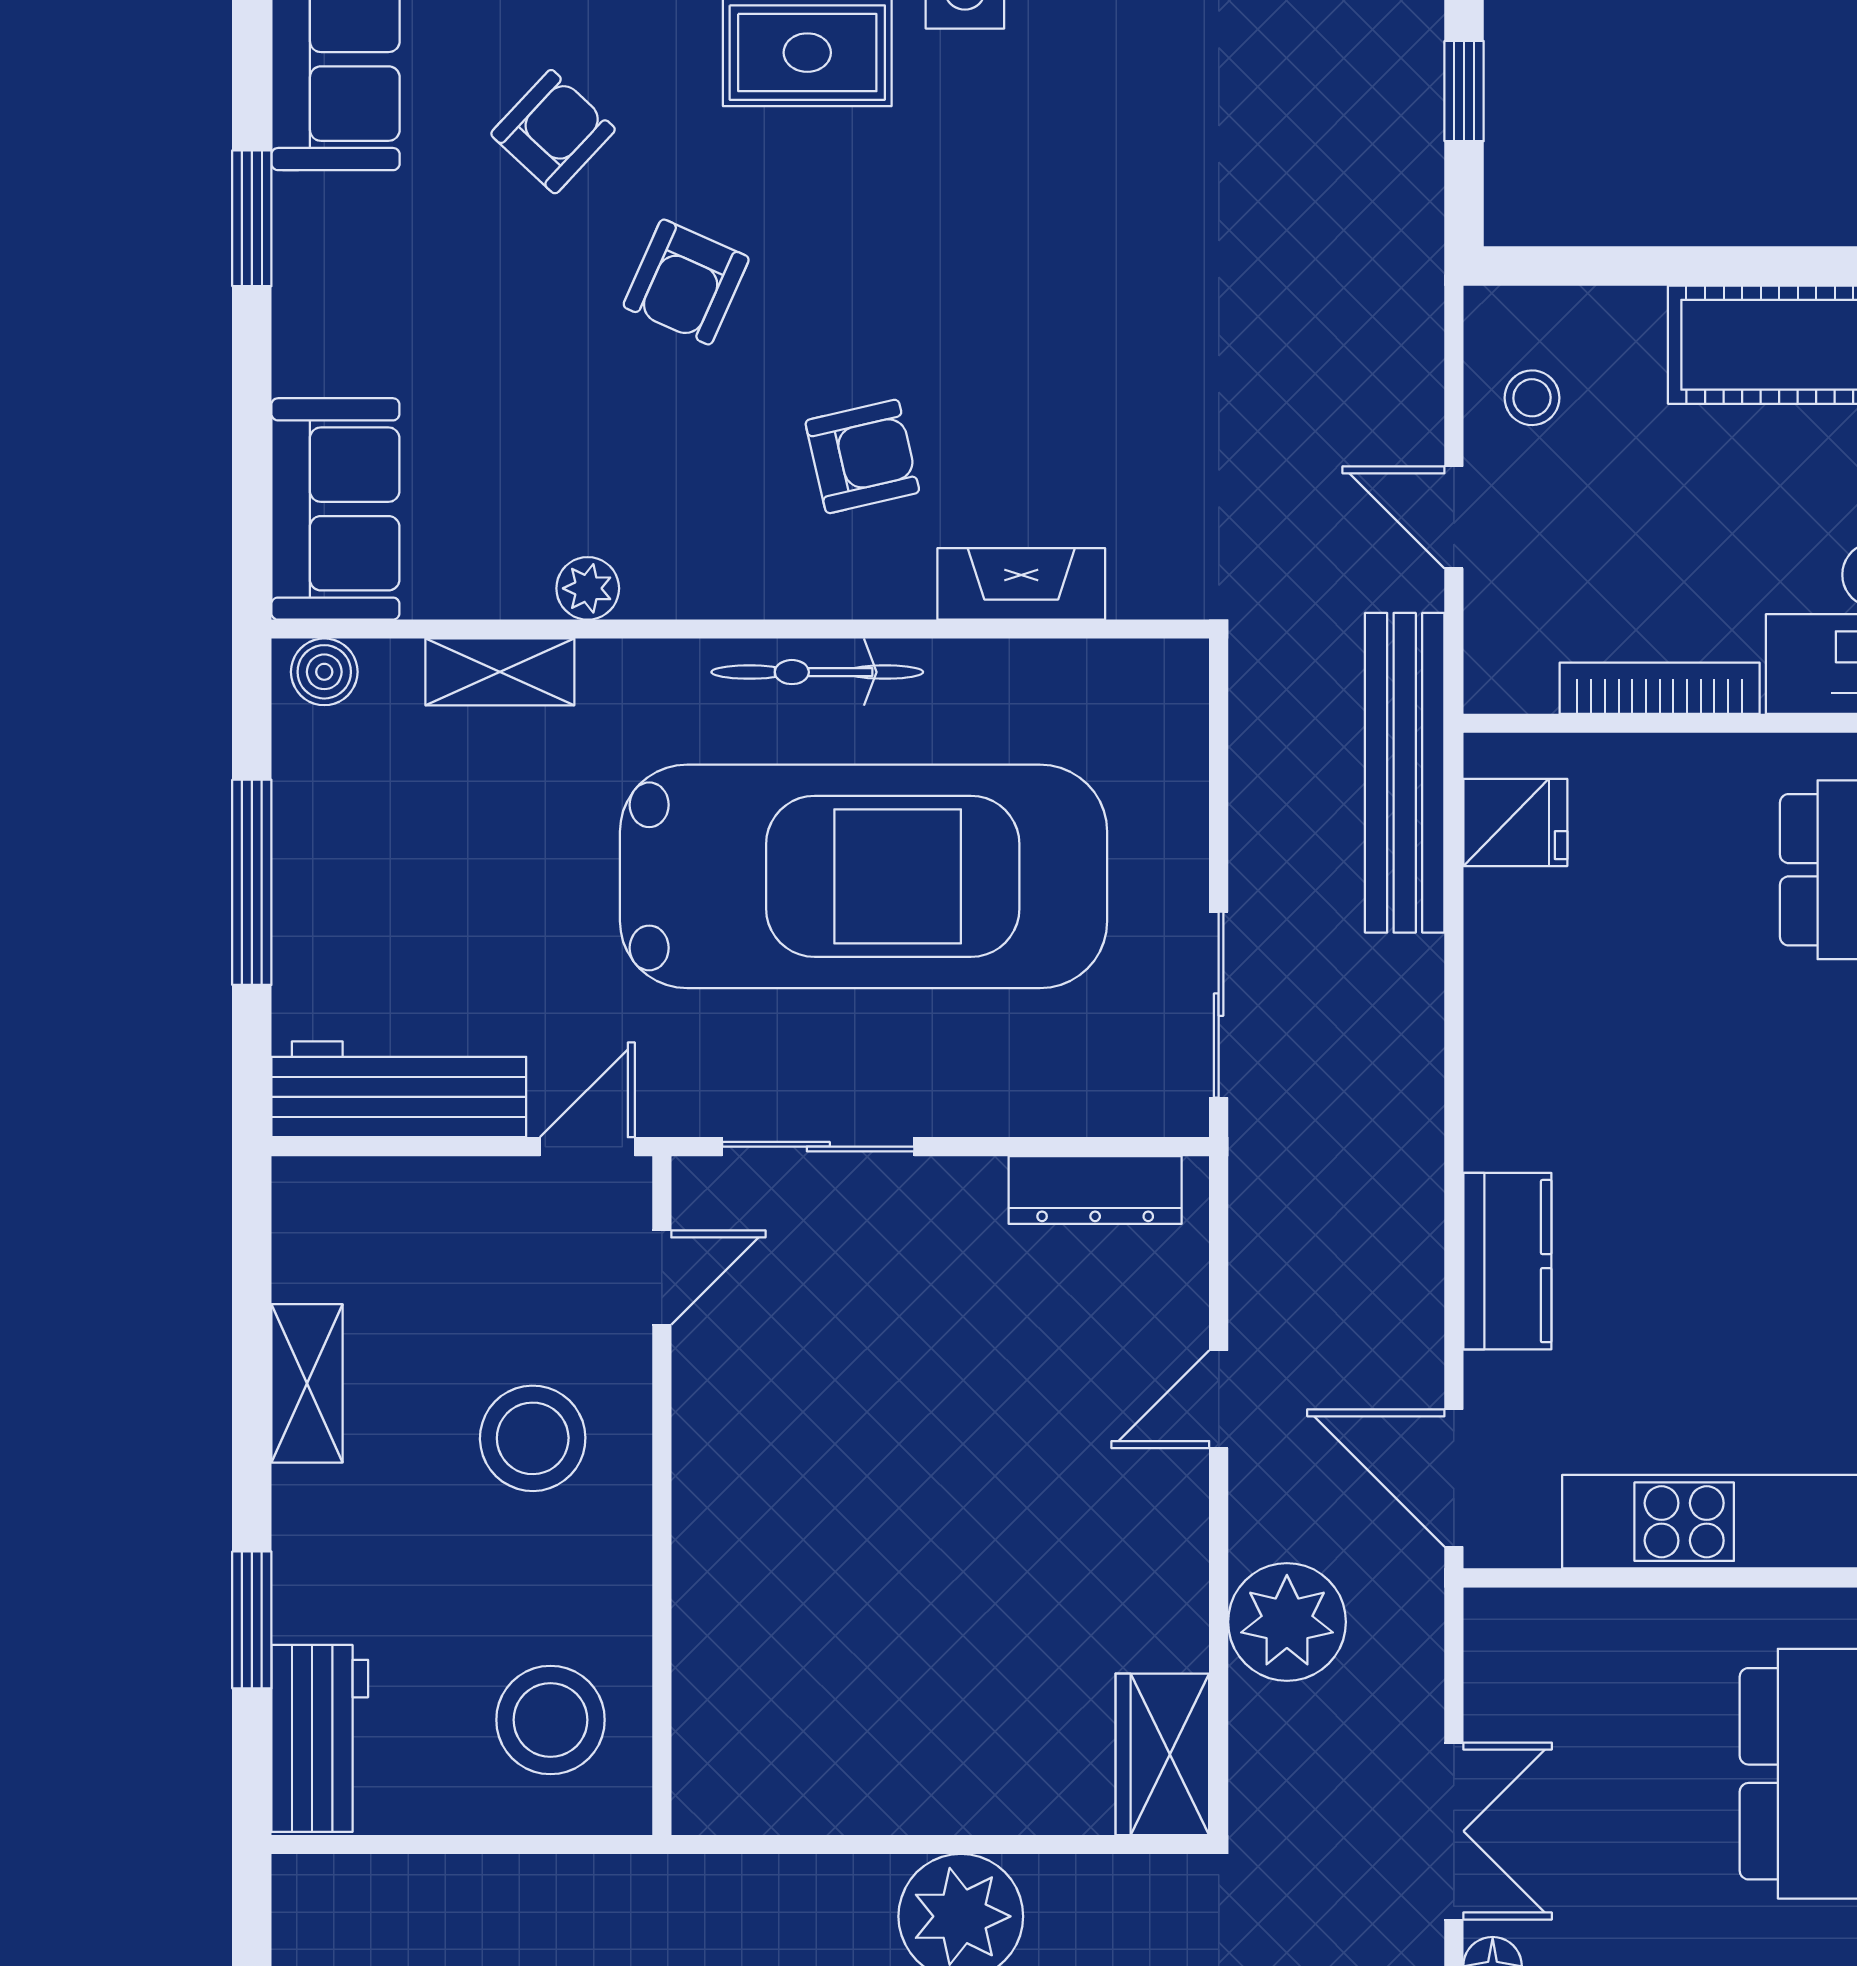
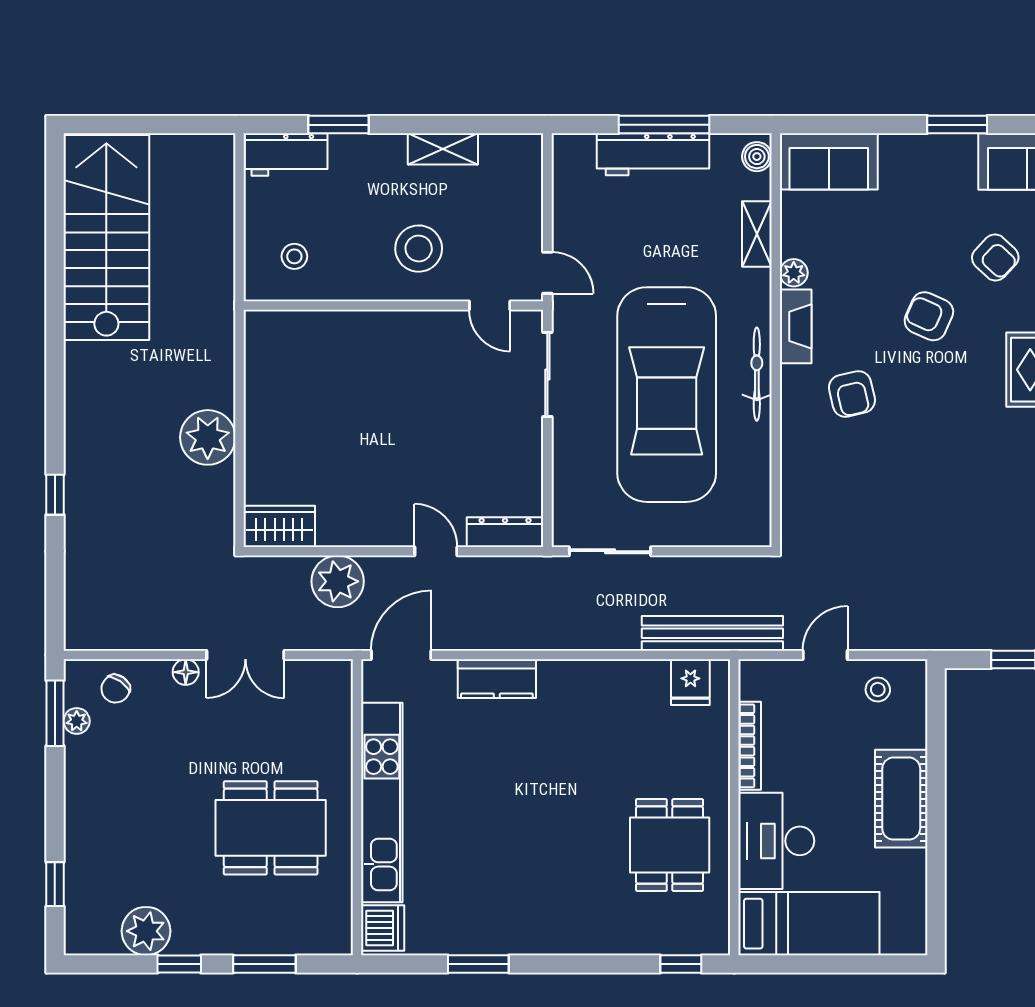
fireplace: (1021, 584) -> (796, 326), moved
workbench: (399, 1089) -> (653, 154), moved, turned 90
dresser: (1095, 1190) -> (505, 532), moved, turned 90
stool: (550, 1720) -> (294, 256), width x0.53, depth x0.53

